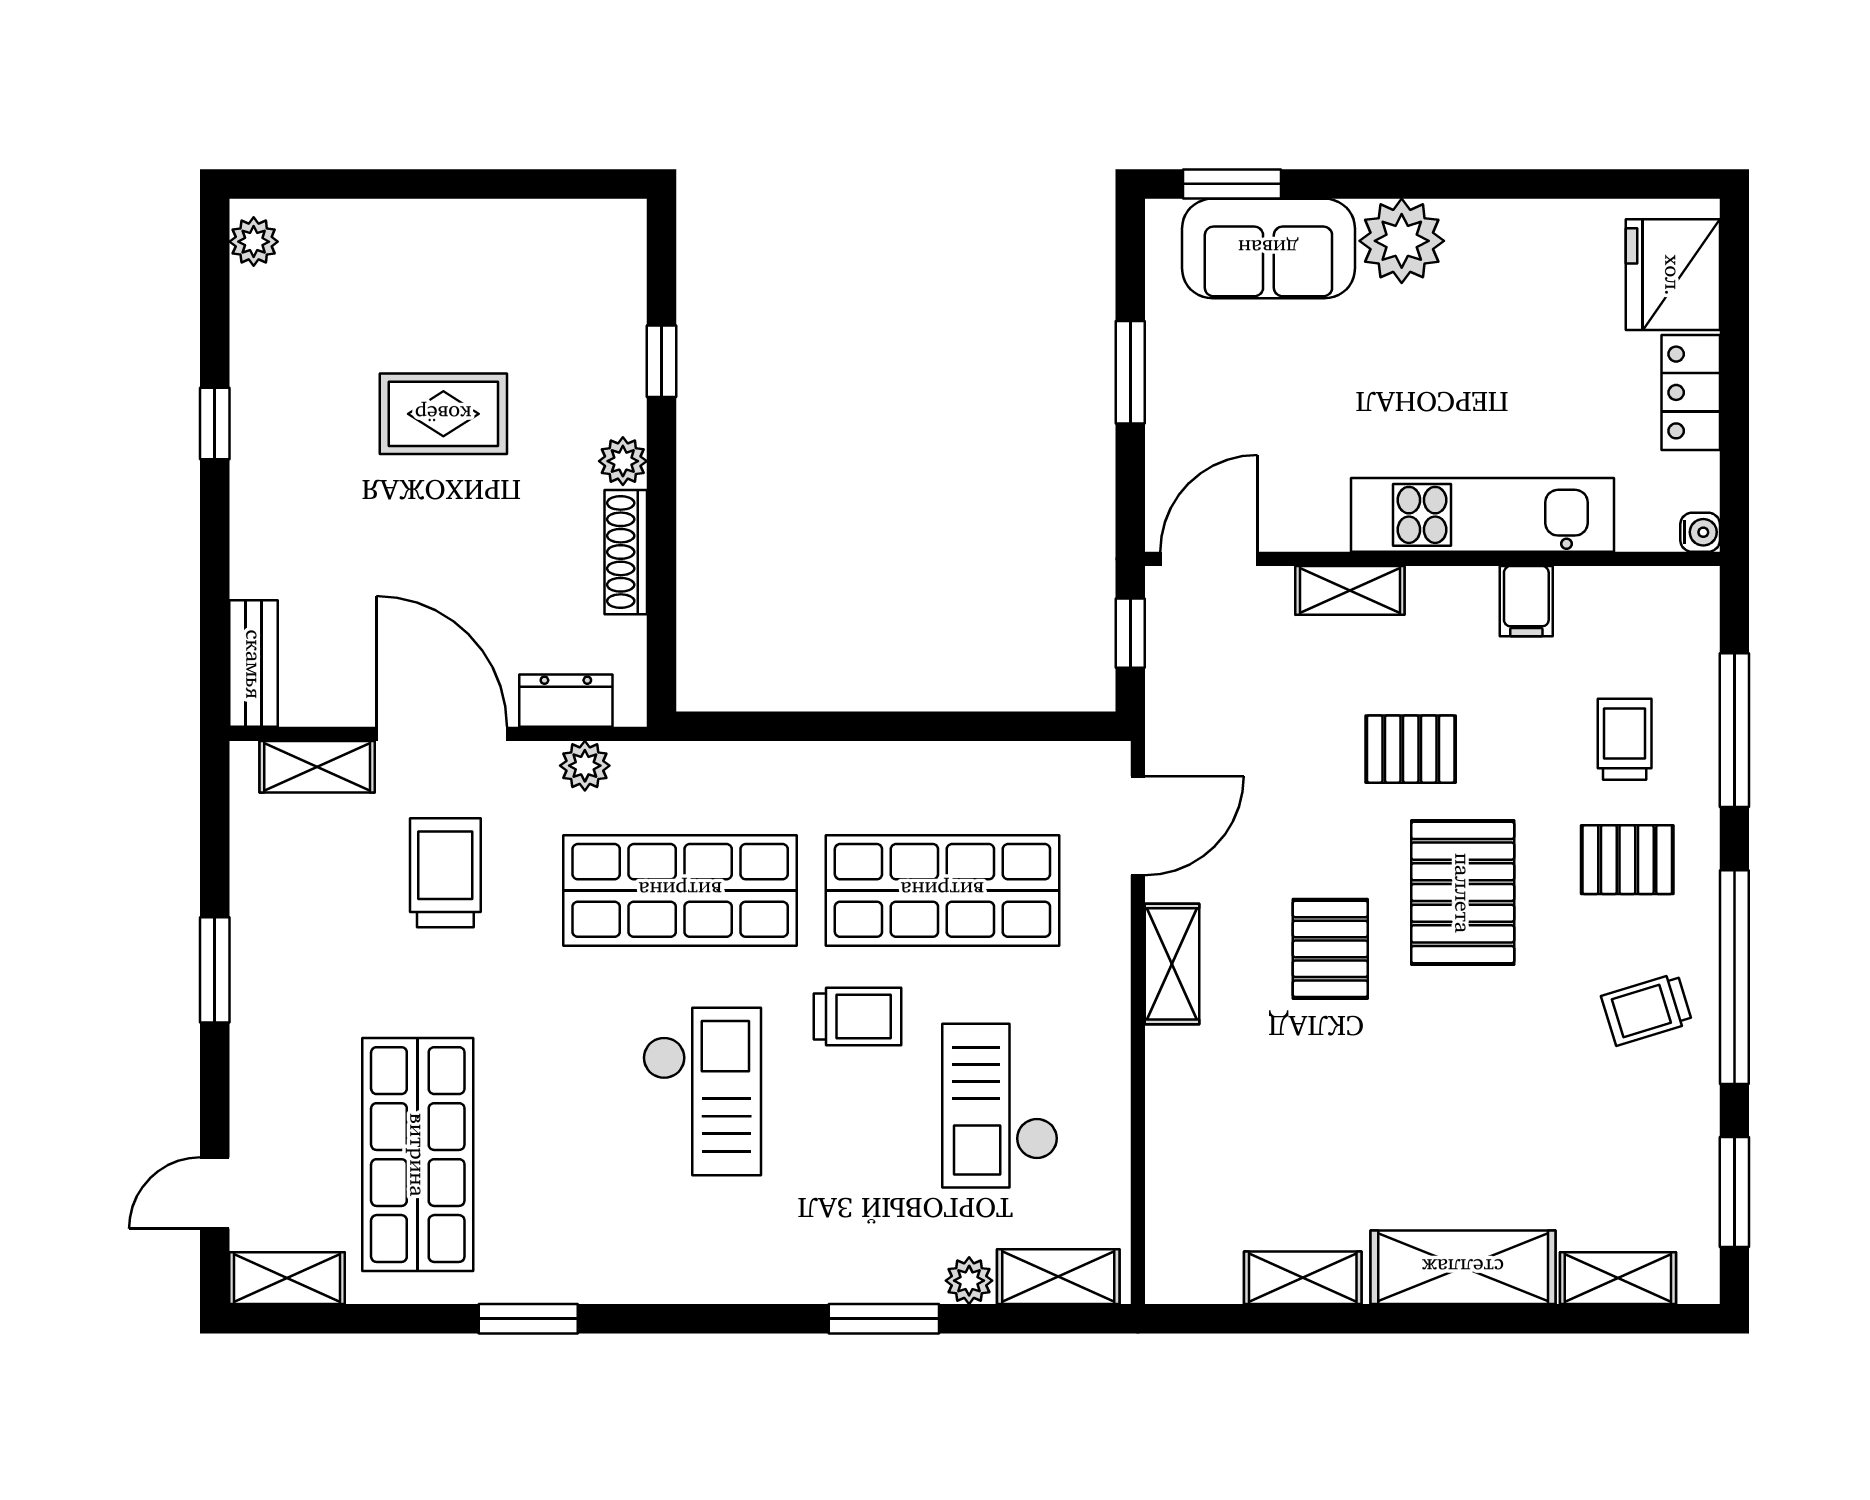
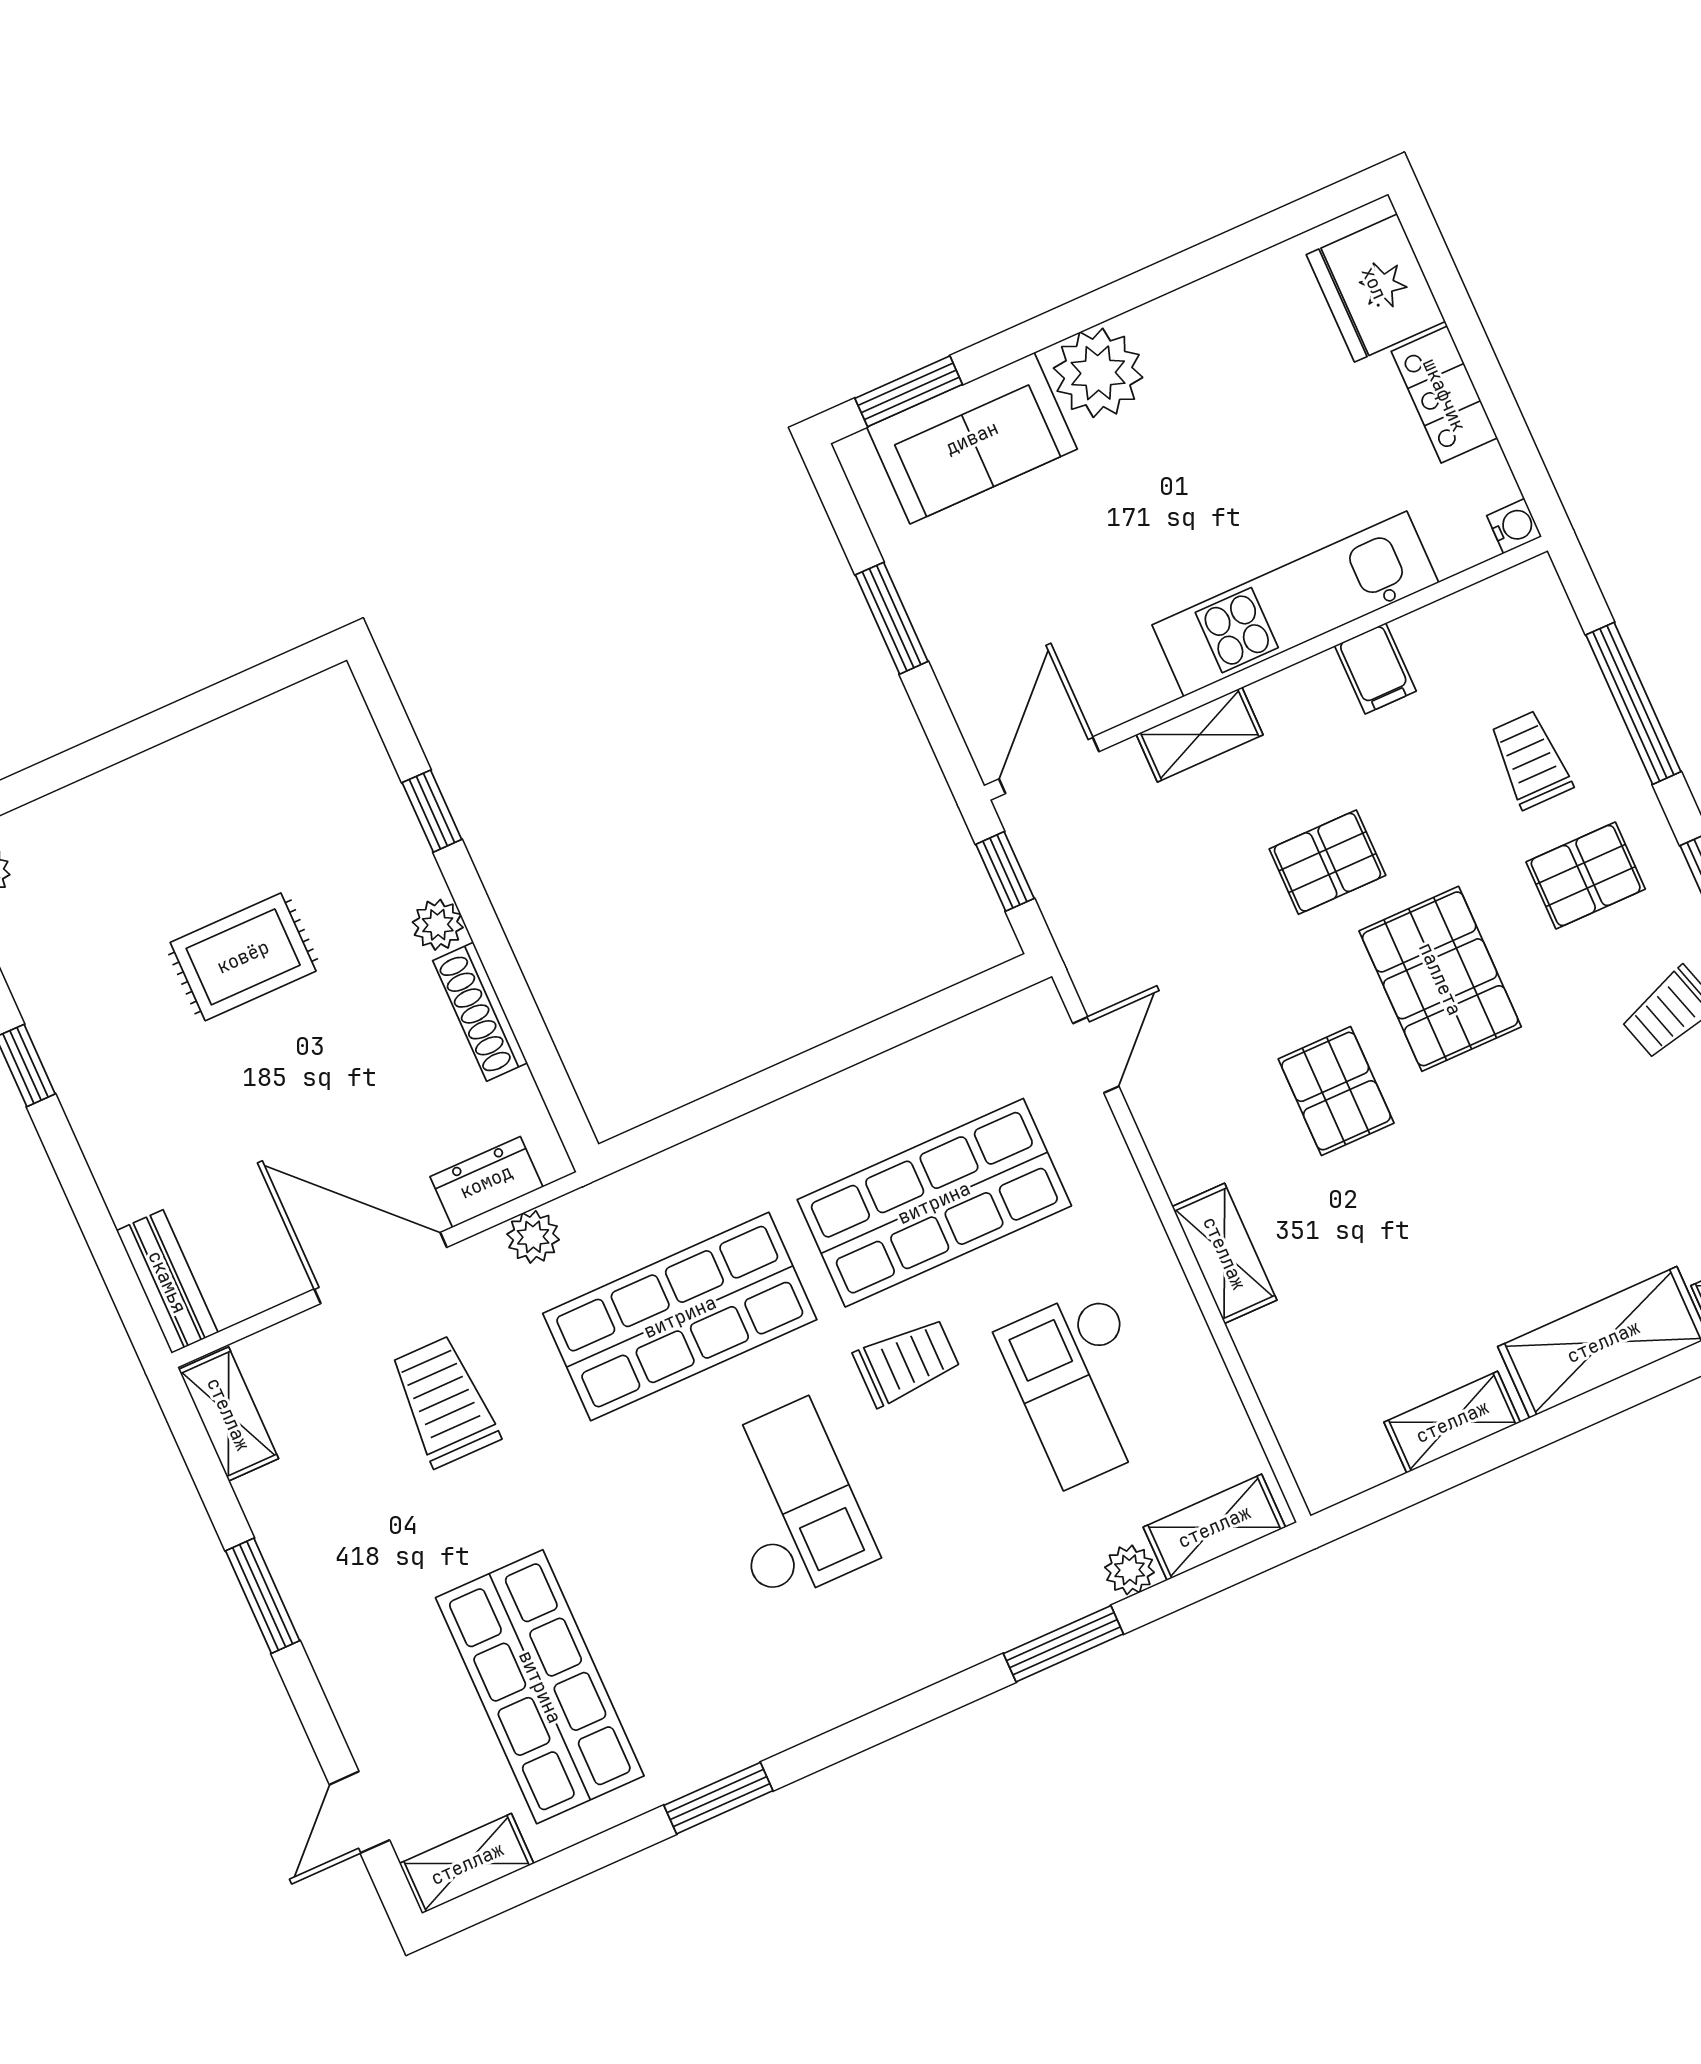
shelving: (317, 767) -> (228, 1414), moved, turned 90
door: (1138, 826) -> (1096, 1055), width x0.73
shelving: (1172, 964) -> (1224, 1253), moved

